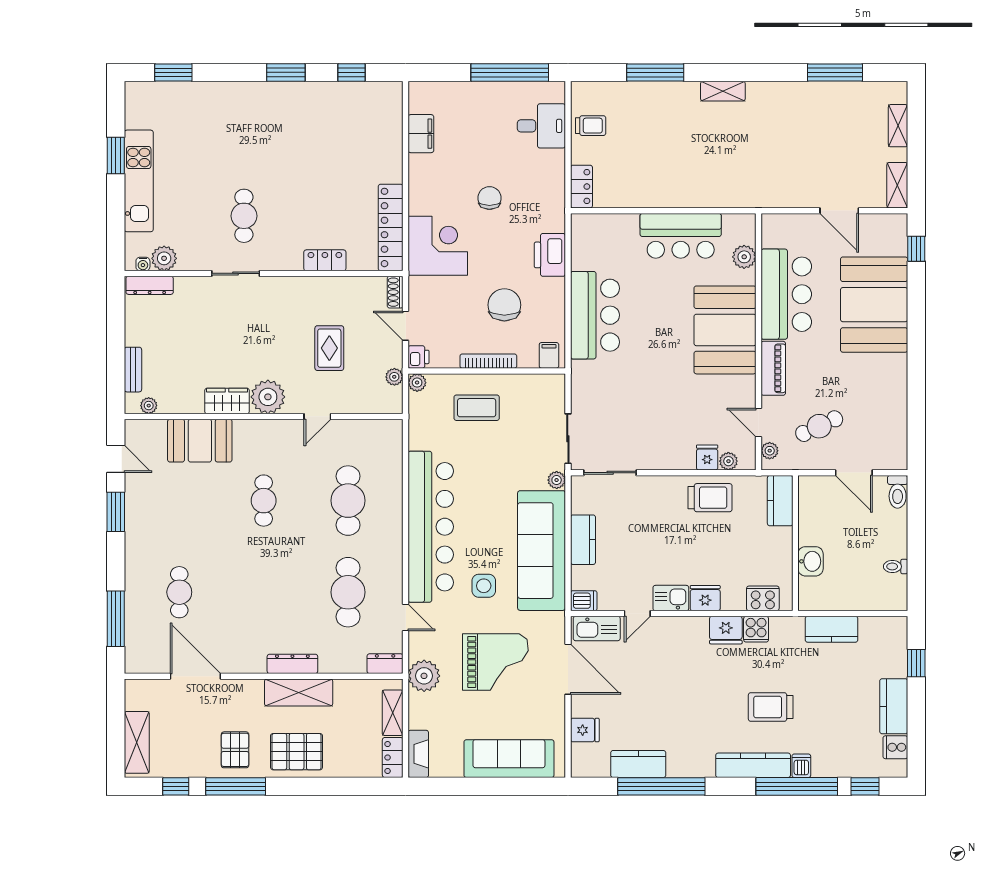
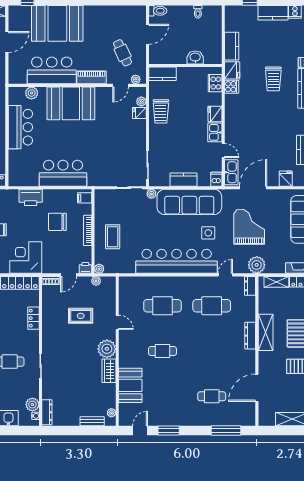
trolley: (710, 498) -> (161, 111), turned 180
fridge: (726, 630) -> (232, 70), moved

